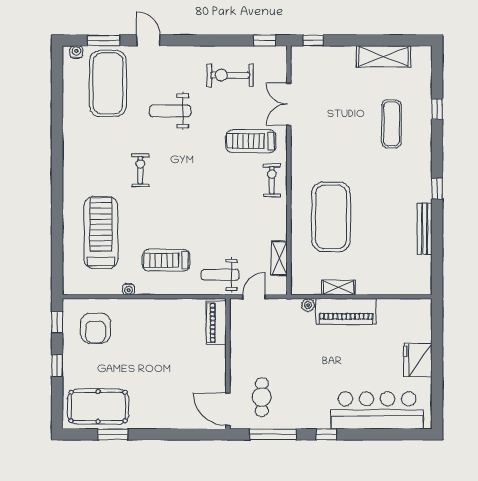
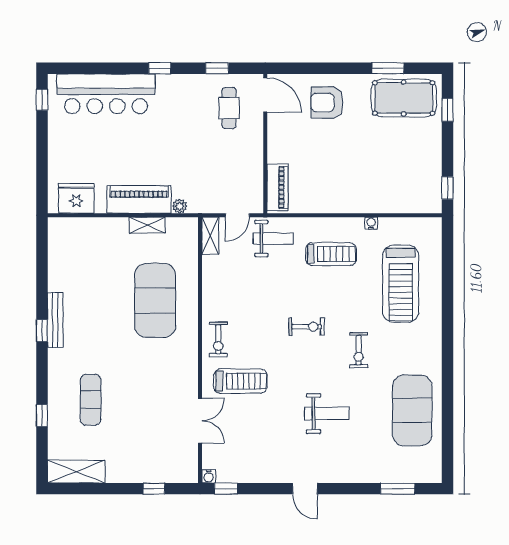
door: (148, 40) -> (305, 489), moved
window: (313, 40) -> (154, 489), moved
water cooler: (76, 52) -> (209, 476), moved
shelving: (383, 56) -> (76, 472), moved
exercise bike: (230, 75) -> (307, 327), moved, width x0.73, depth x0.72
exercise mat: (108, 83) -> (412, 410), moved
bench: (425, 229) -> (55, 320), moved
shelving: (279, 258) -> (210, 236), moved
armchair: (95, 328) -> (327, 103), moved, turned -90
fridge: (418, 360) -> (76, 198), moved, turned -90
window: (57, 366) -> (447, 110), moved
window: (437, 405) -> (42, 100), added
window: (273, 434) -> (217, 68), width x0.46

